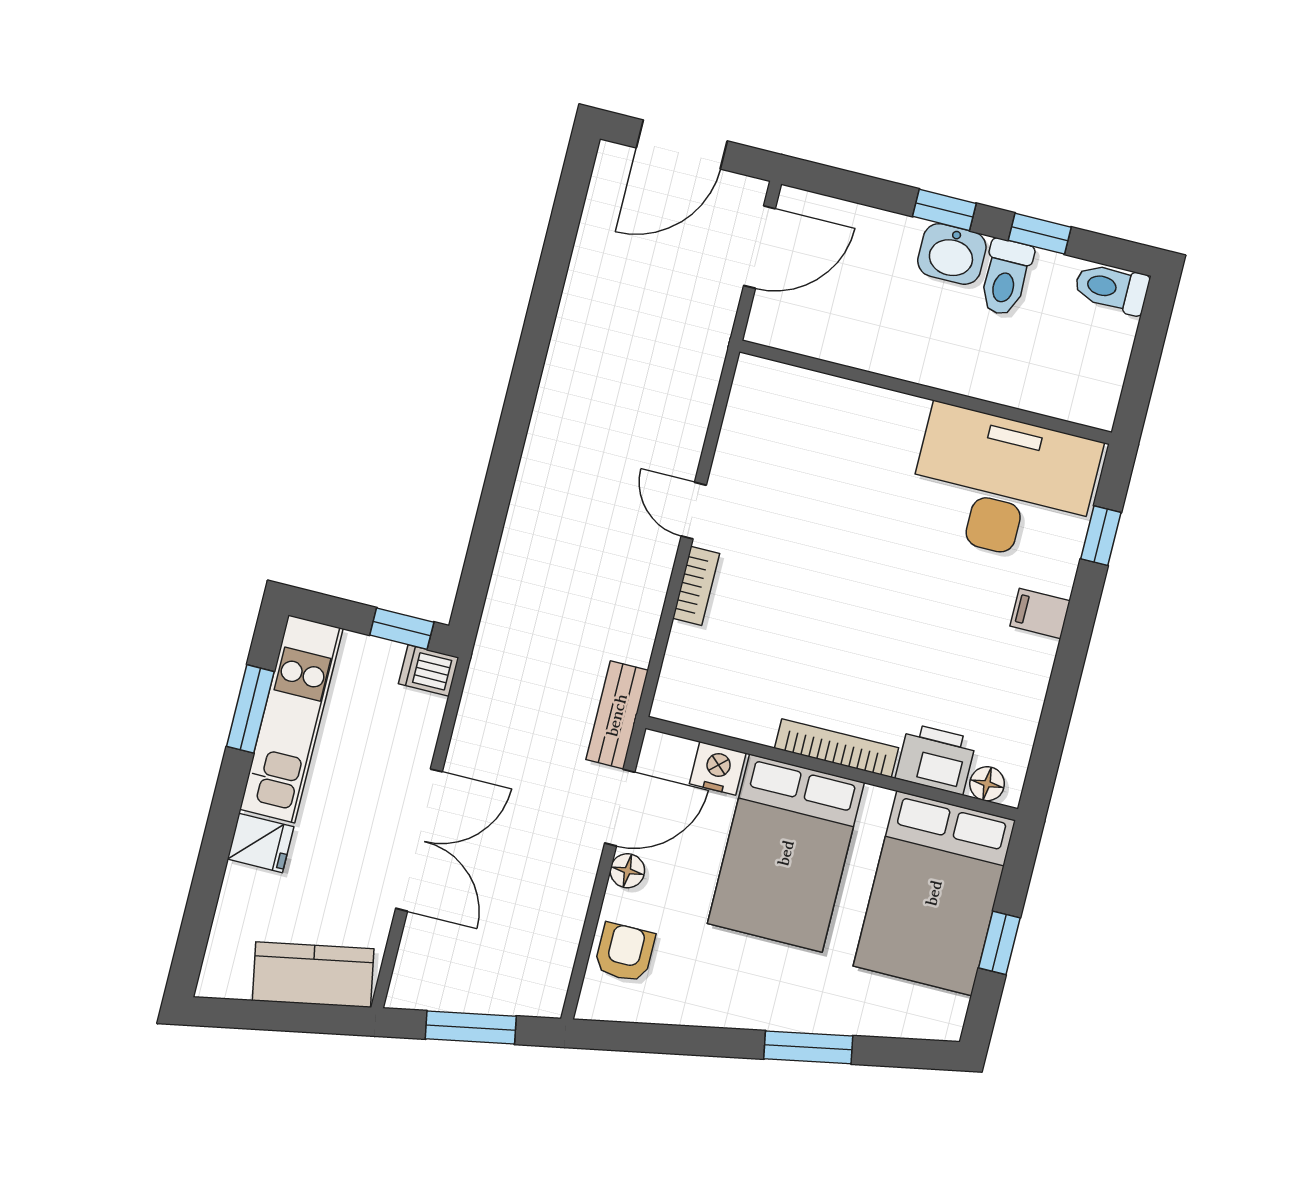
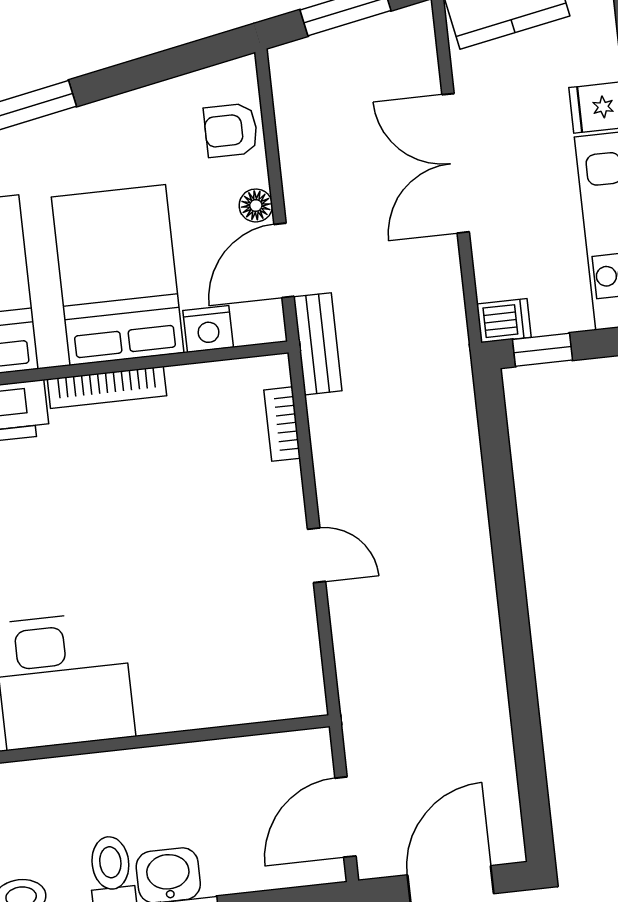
bookcase: (696, 586) -> (282, 424), moved
armchair: (625, 953) -> (231, 130), turned 90

